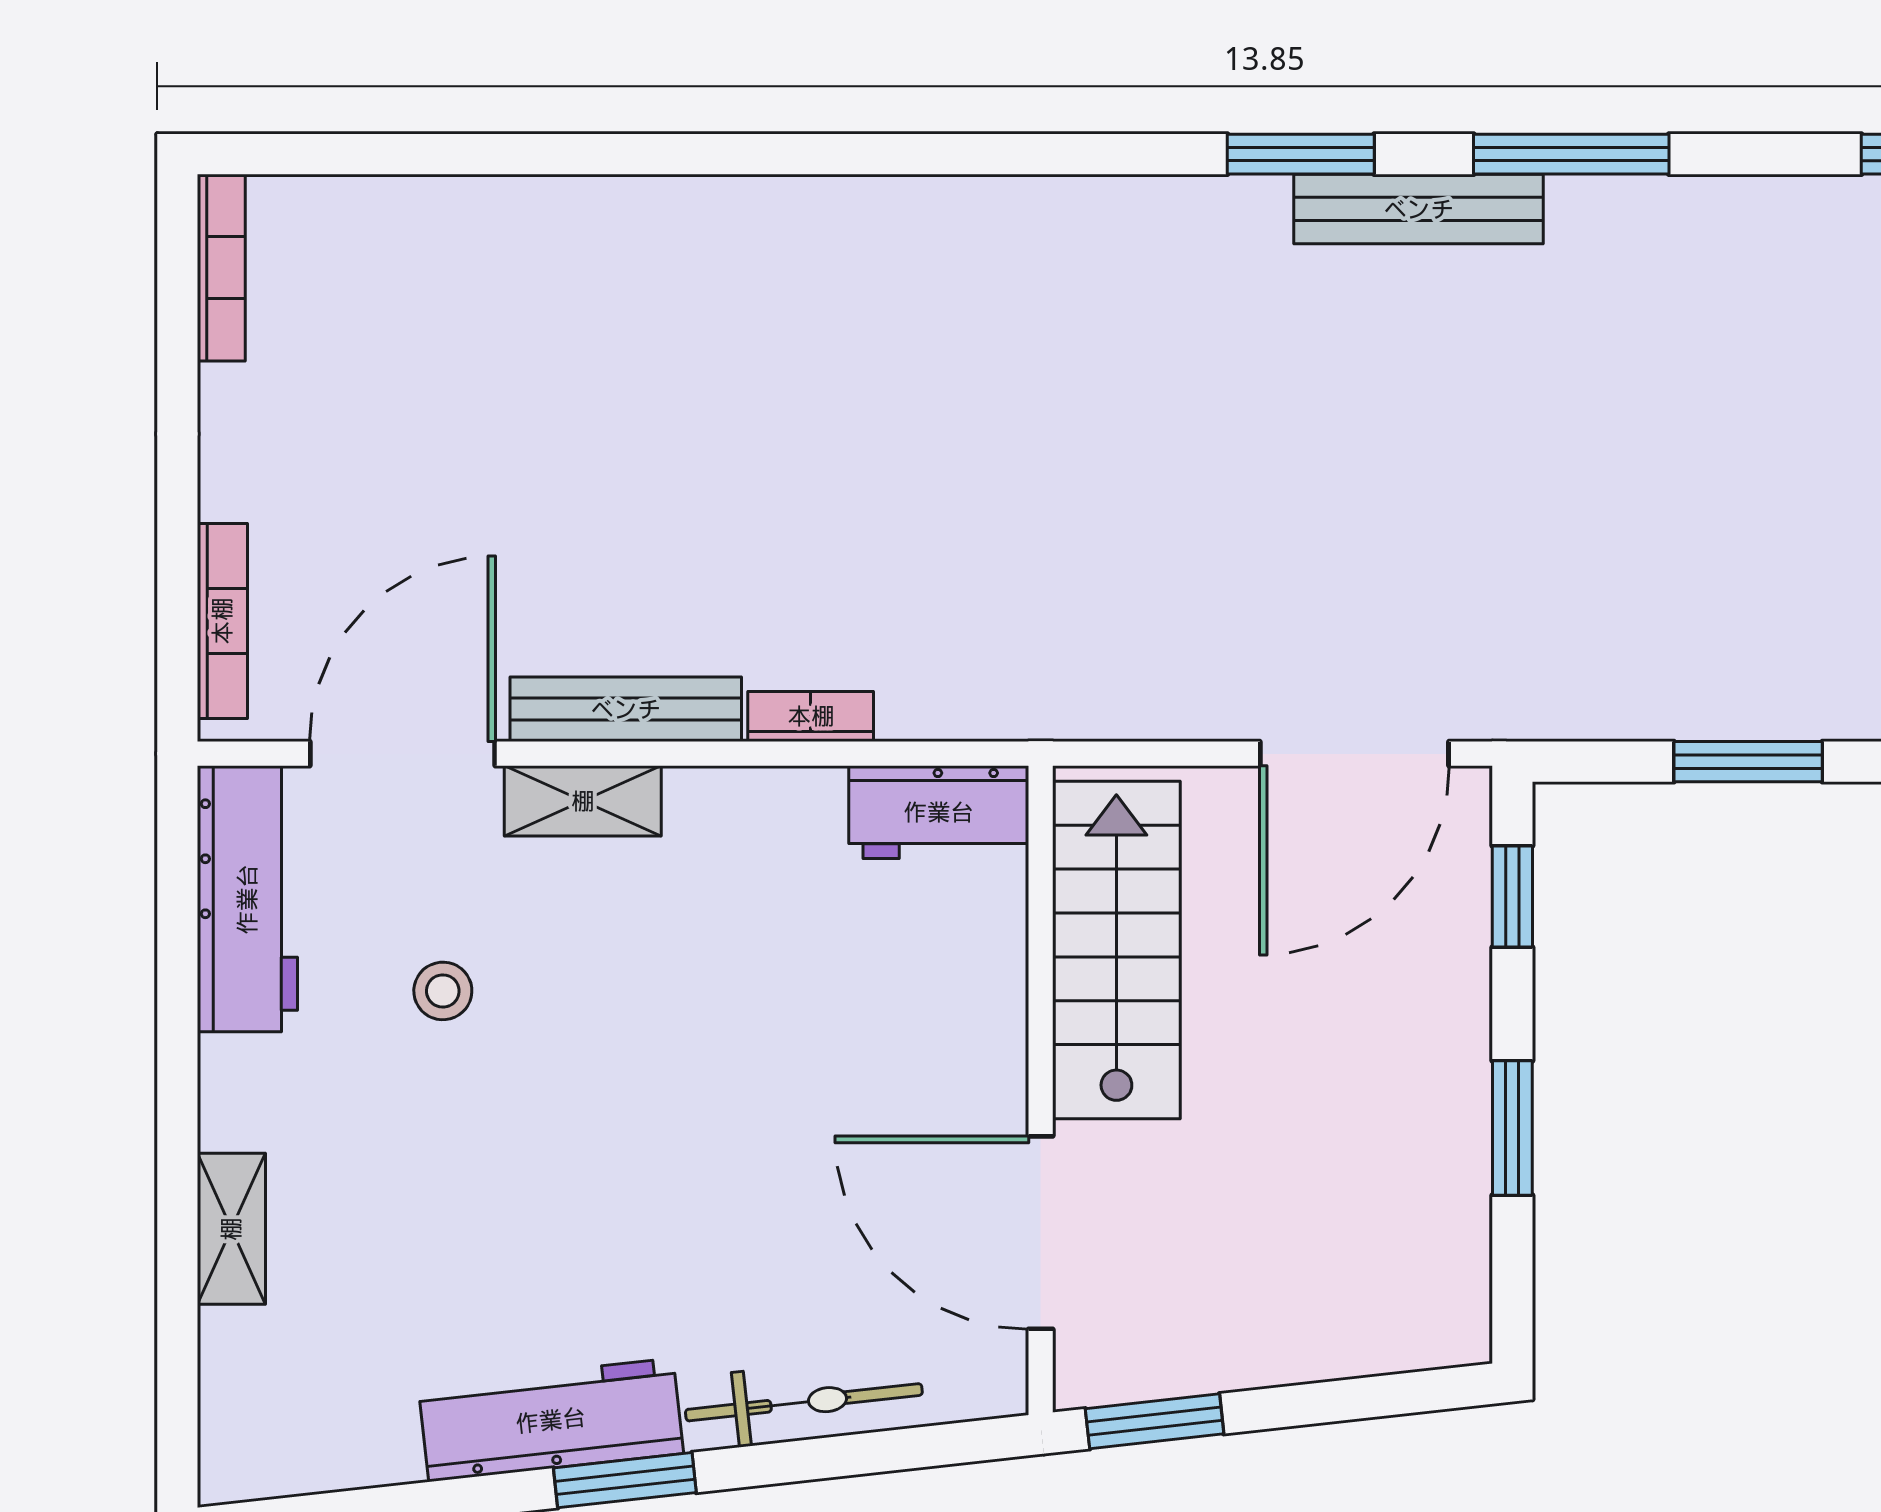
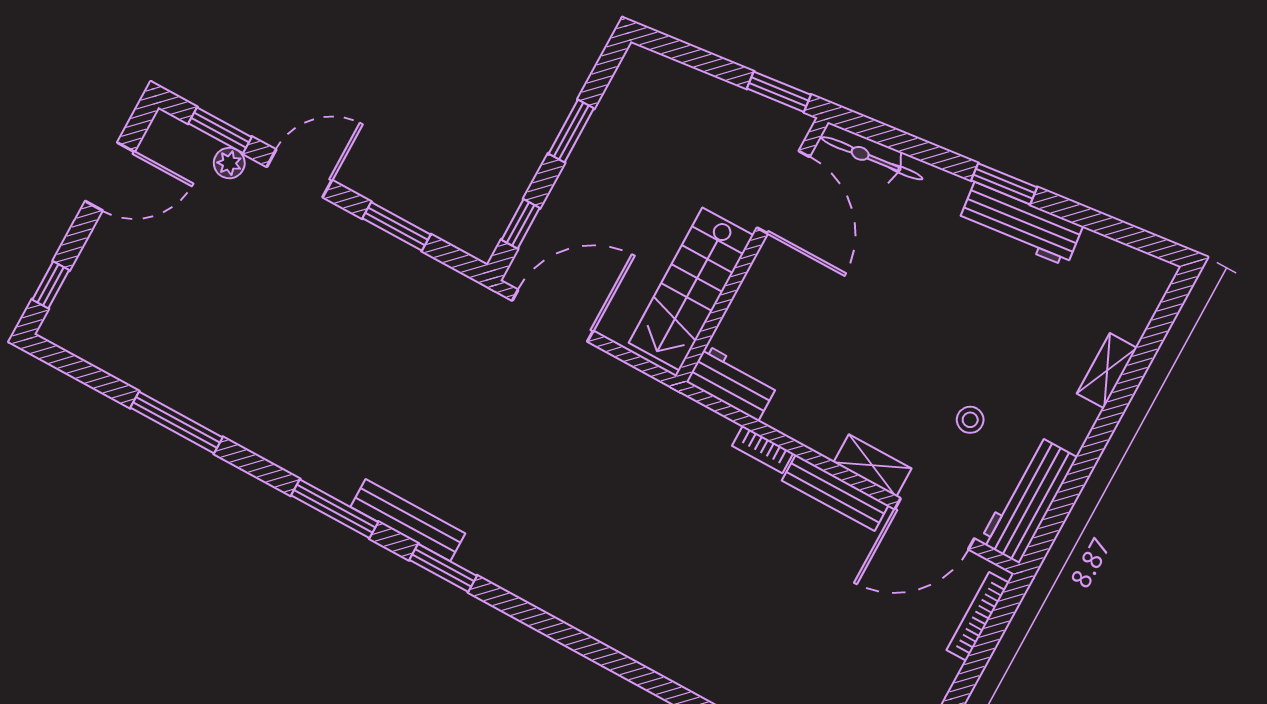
bicycle: (804, 1402) -> (872, 158), moved

